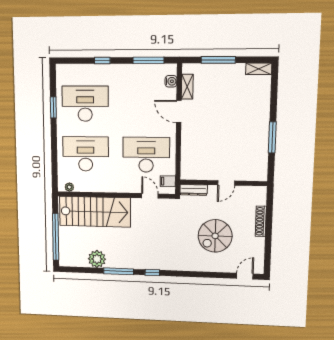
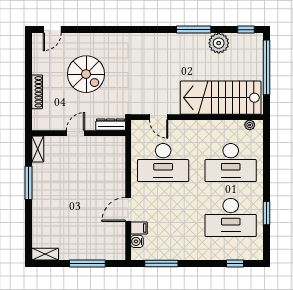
window: (102, 60) -> (235, 263), moved
shelving: (187, 87) -> (38, 149), moved
door: (179, 112) -> (128, 209), swing flipped
filing cabinet: (168, 181) -> (139, 228), moved
spiral stairs: (215, 236) -> (86, 74), turned 90
window: (152, 273) -> (246, 30), moved

